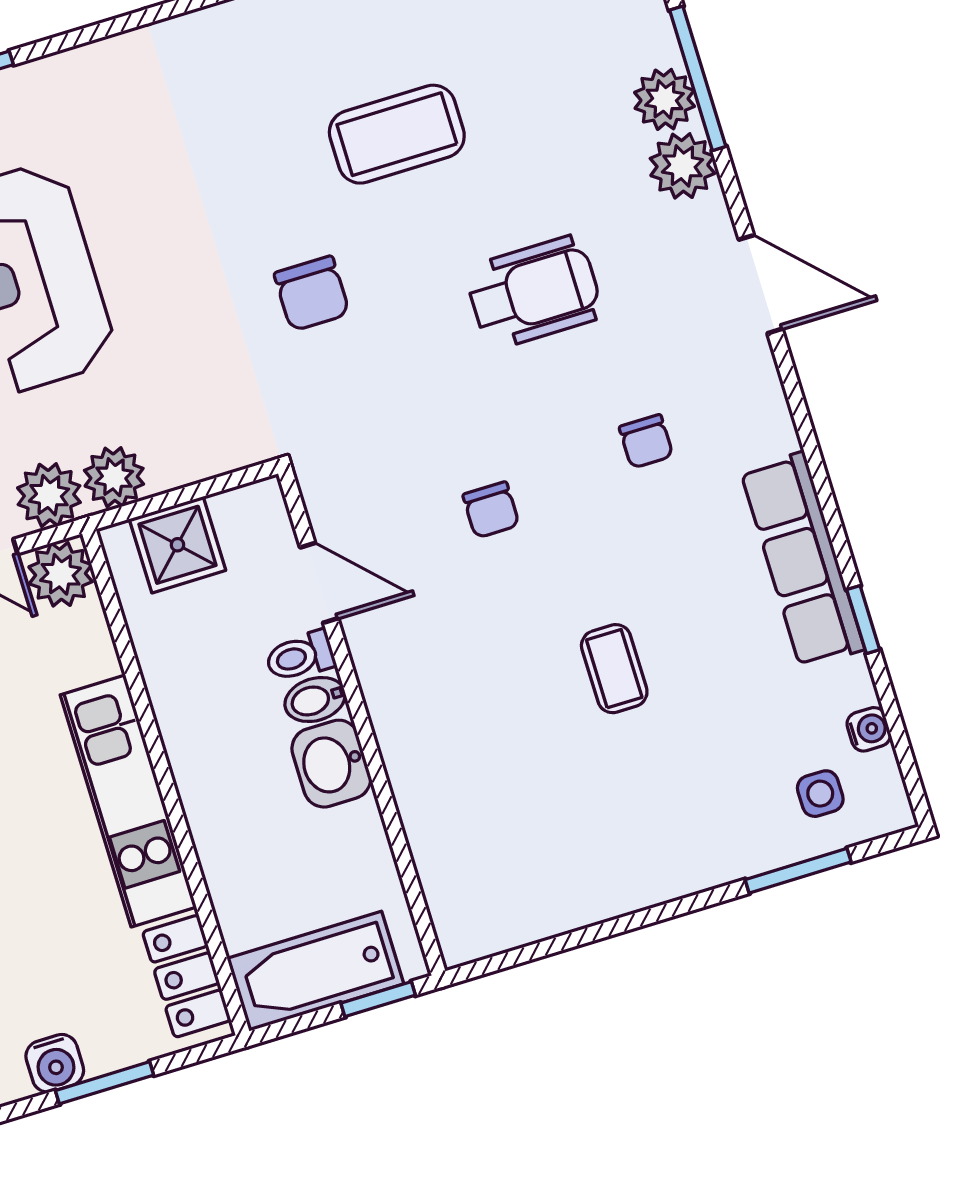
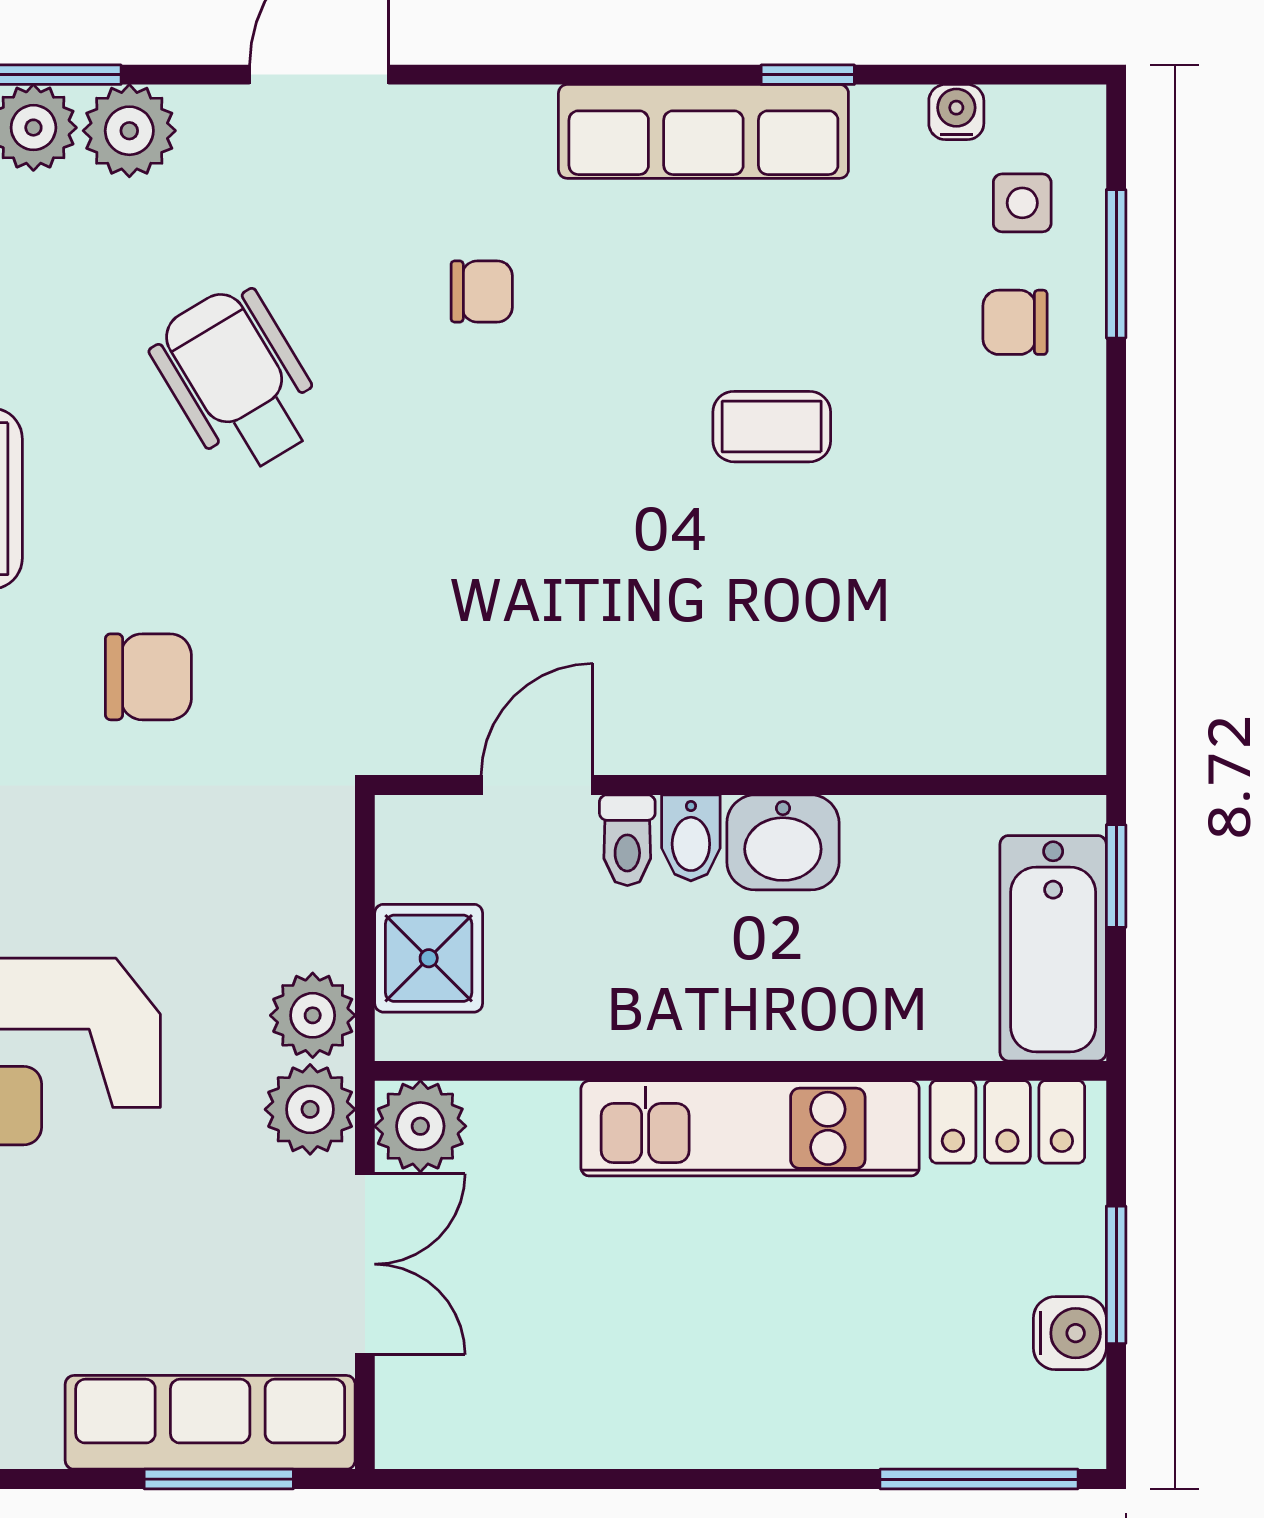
wheelchair: (534, 292) -> (237, 380), turned -31
chair: (491, 510) -> (1015, 322), moved, turned 180

